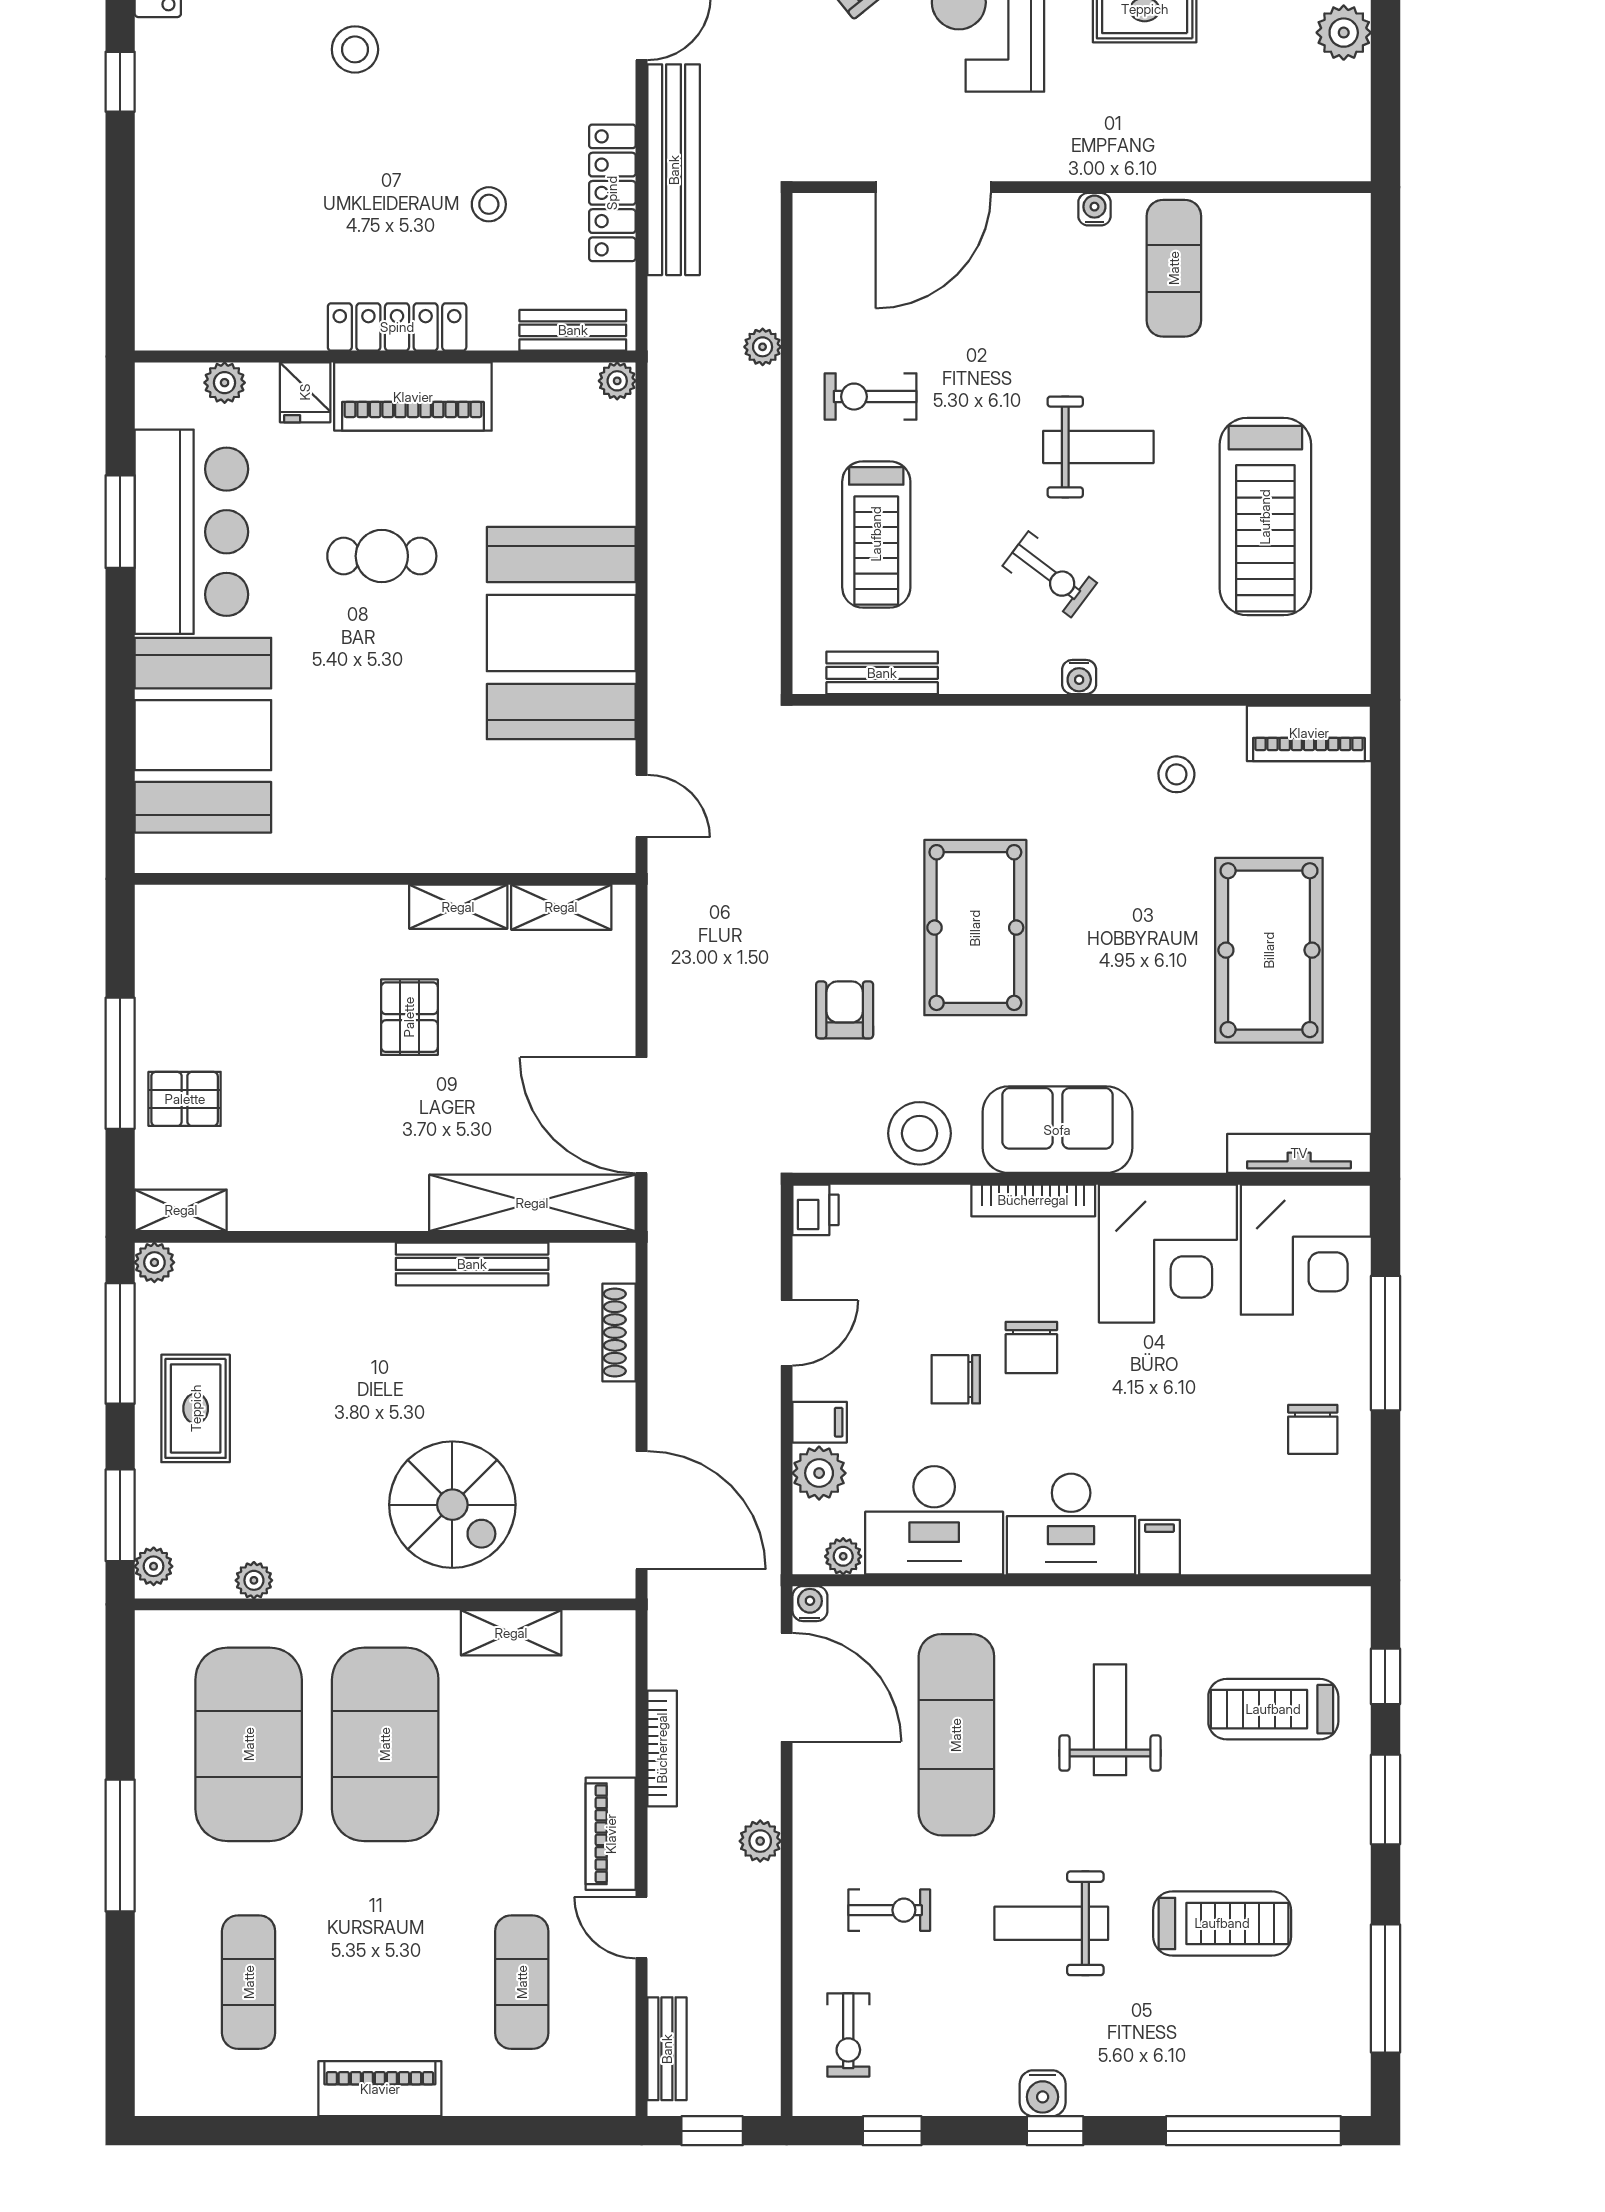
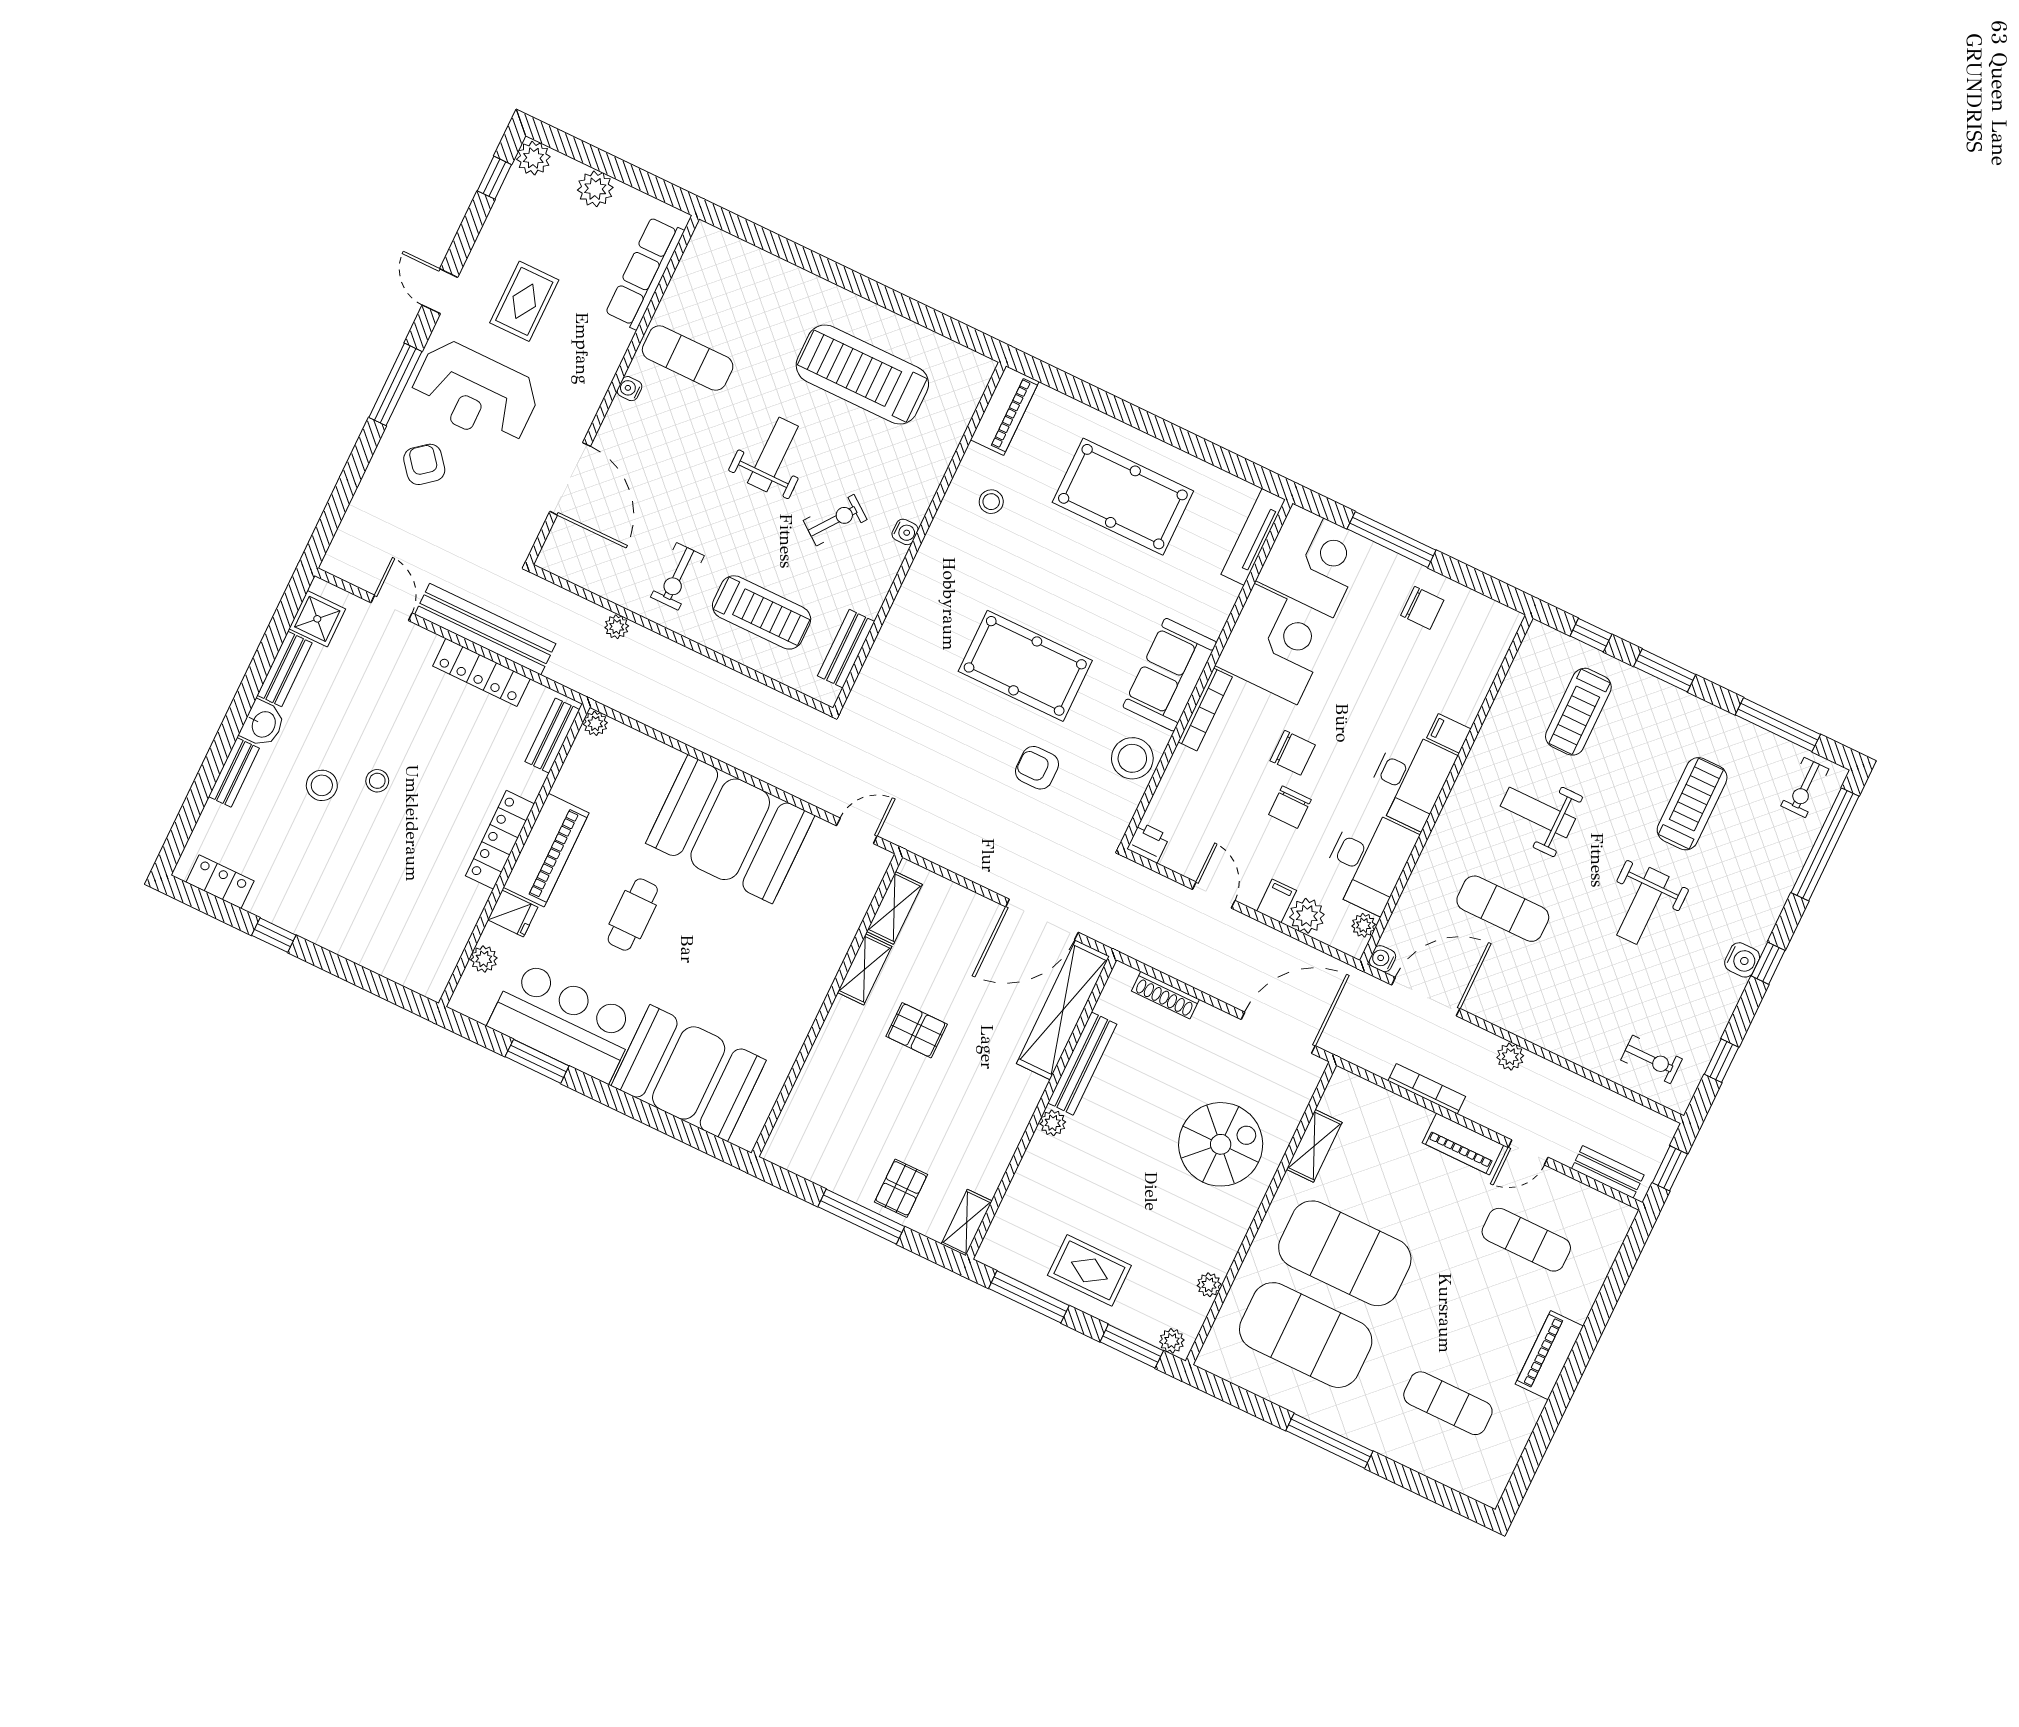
row of seats: (1262, 154) -> (645, 273), added
stool: (489, 204) -> (377, 781), moved
treadmill: (1265, 517) -> (862, 374), turned 180
plant: (154, 1262) -> (1053, 1123), moved
exercise mat: (956, 1735) -> (1503, 909), width x0.73, depth x0.69
exercise bike: (889, 1910) -> (1805, 787), moved, turned 180

